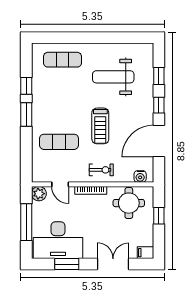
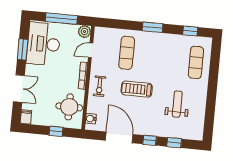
weight bench: (113, 77) -> (177, 104), width x0.73, depth x0.75
window: (26, 86) -> (190, 31), moved

